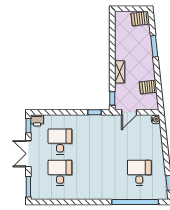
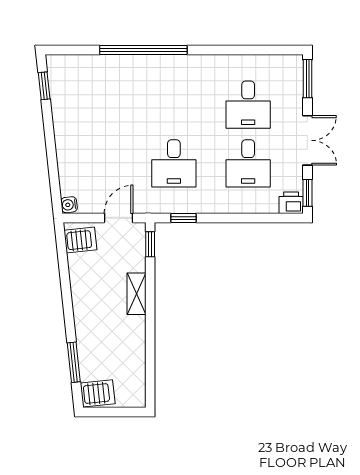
window: (154, 46) -> (74, 362), moved
server rack: (148, 87) -> (80, 240), moved
desk: (139, 173) -> (174, 163), moved
window: (135, 202) -> (143, 50), moved

